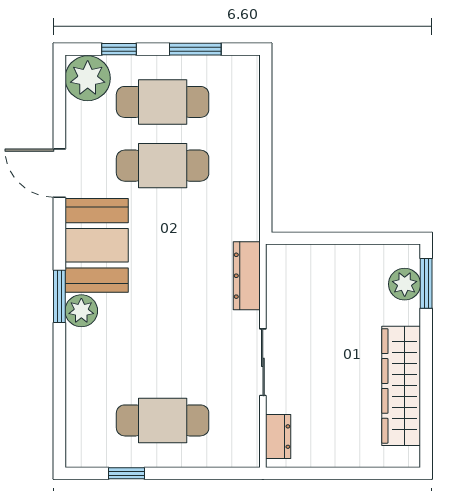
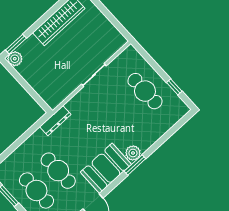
dresser: (247, 276) -> (55, 121), moved
plant: (405, 284) -> (15, 59), moved
dresser: (278, 437) -> (114, 47), removed

